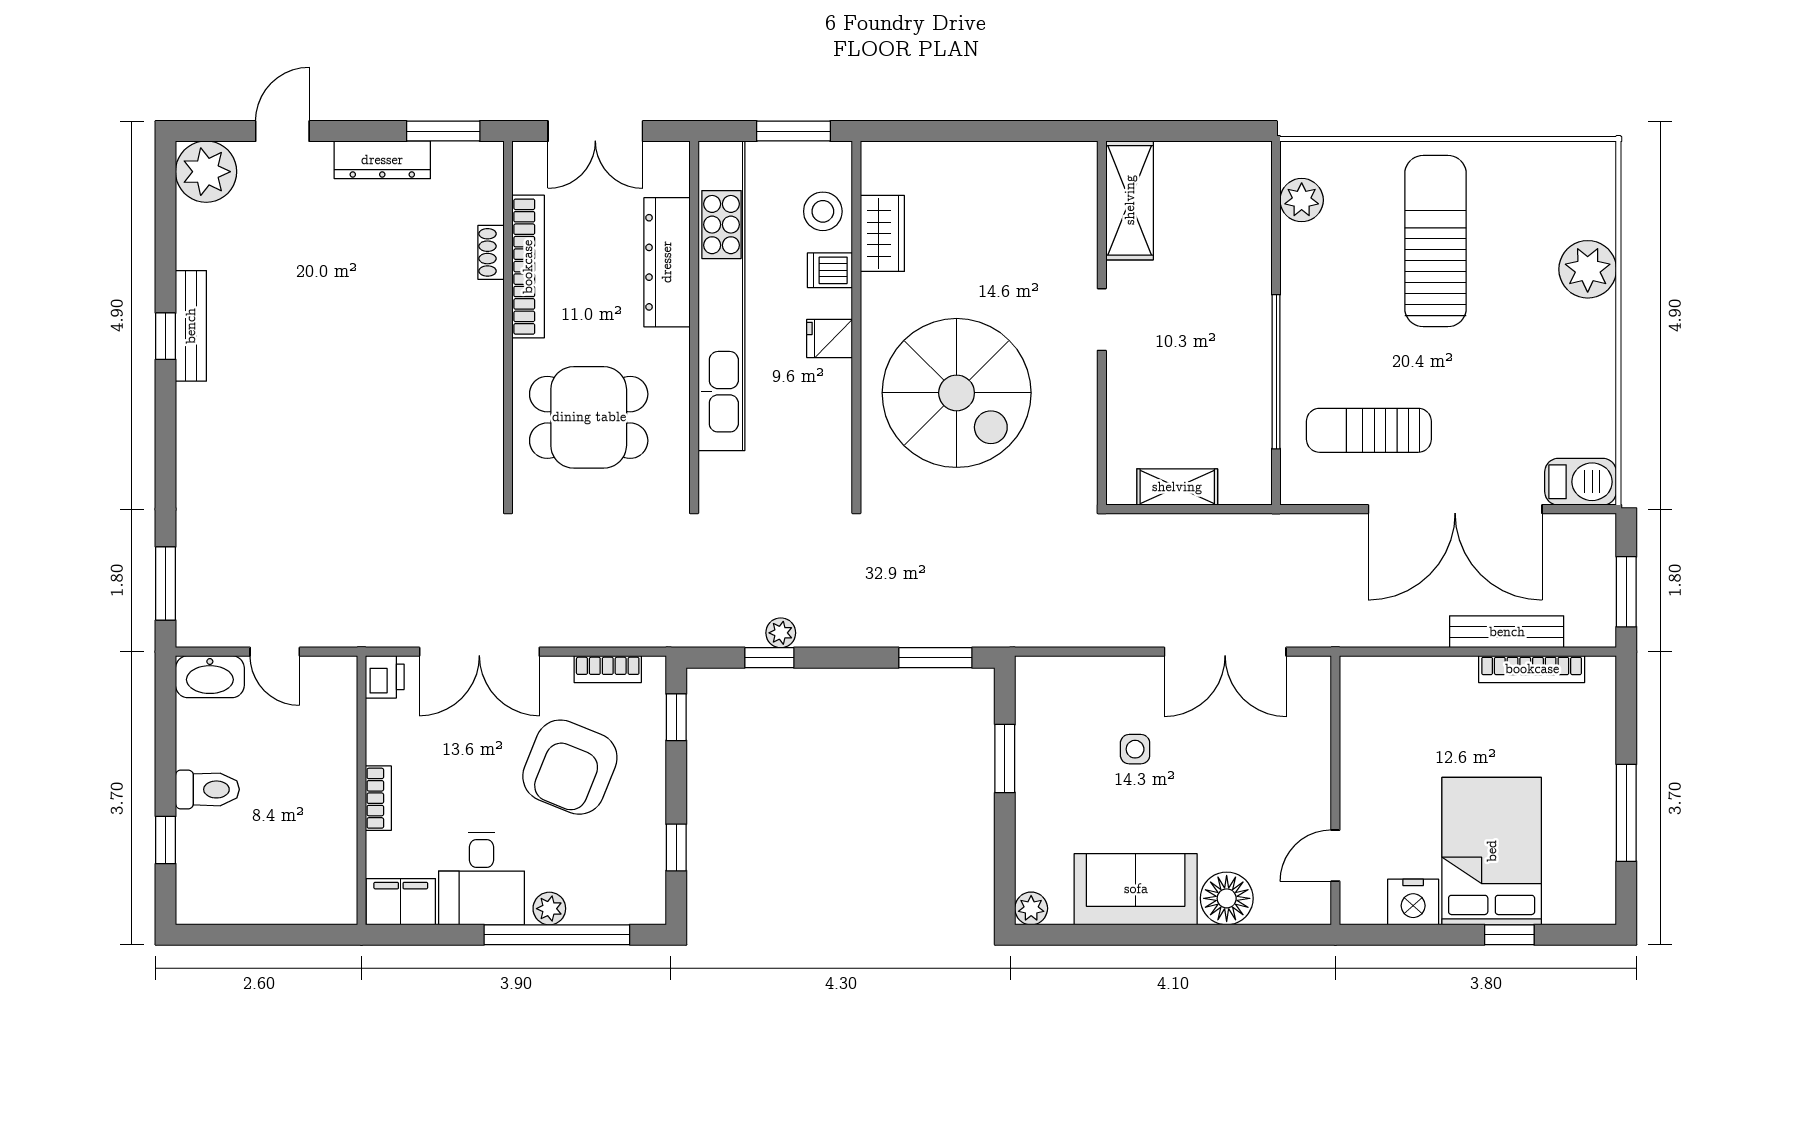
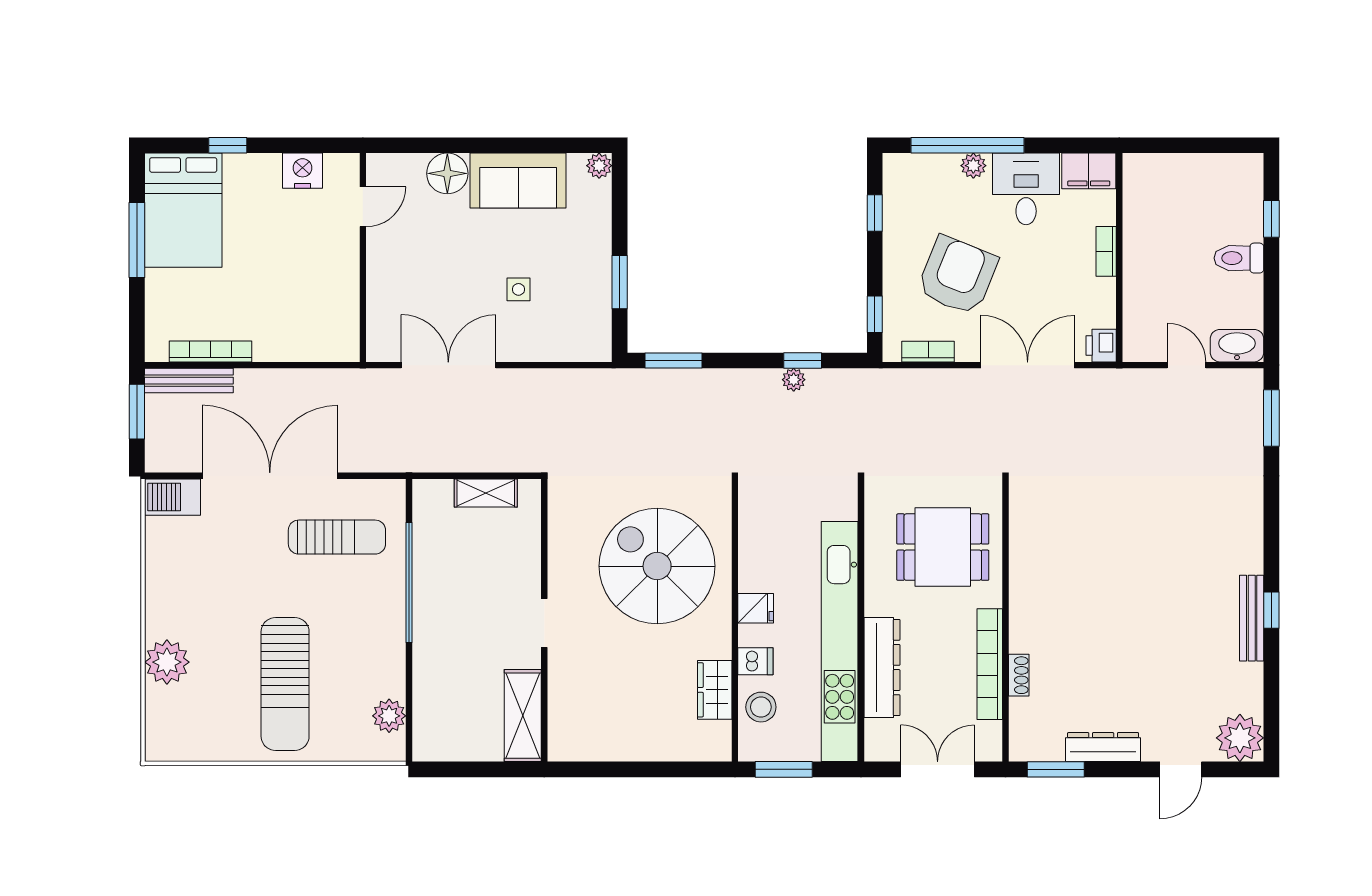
bench: (1507, 632) -> (189, 381), moved
bed: (1492, 851) -> (183, 210), moved

